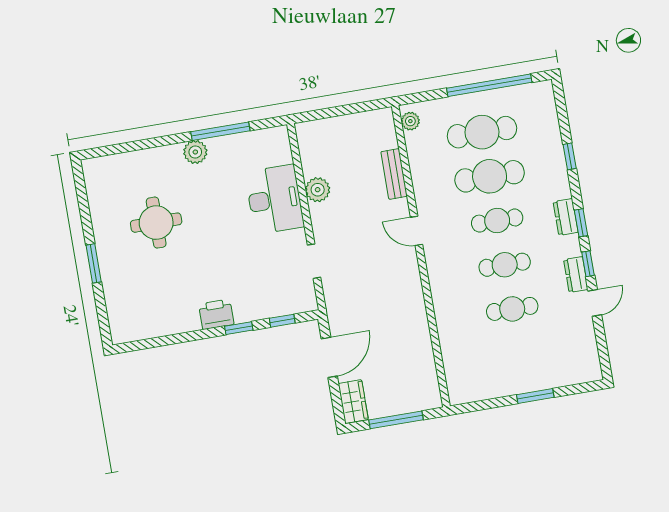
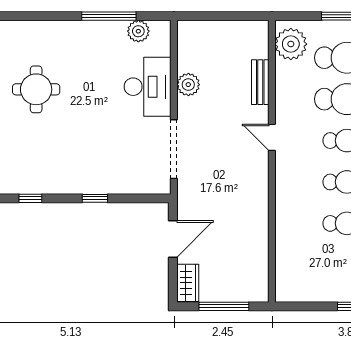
plant: (410, 121) -> (291, 44), width x1.87, depth x1.87
plant: (195, 152) -> (138, 31), moved
doorway: (314, 261) -> (174, 149), width x1.88
printer: (216, 314) -> (77, 182), removed
window: (282, 321) -> (30, 198), moved

